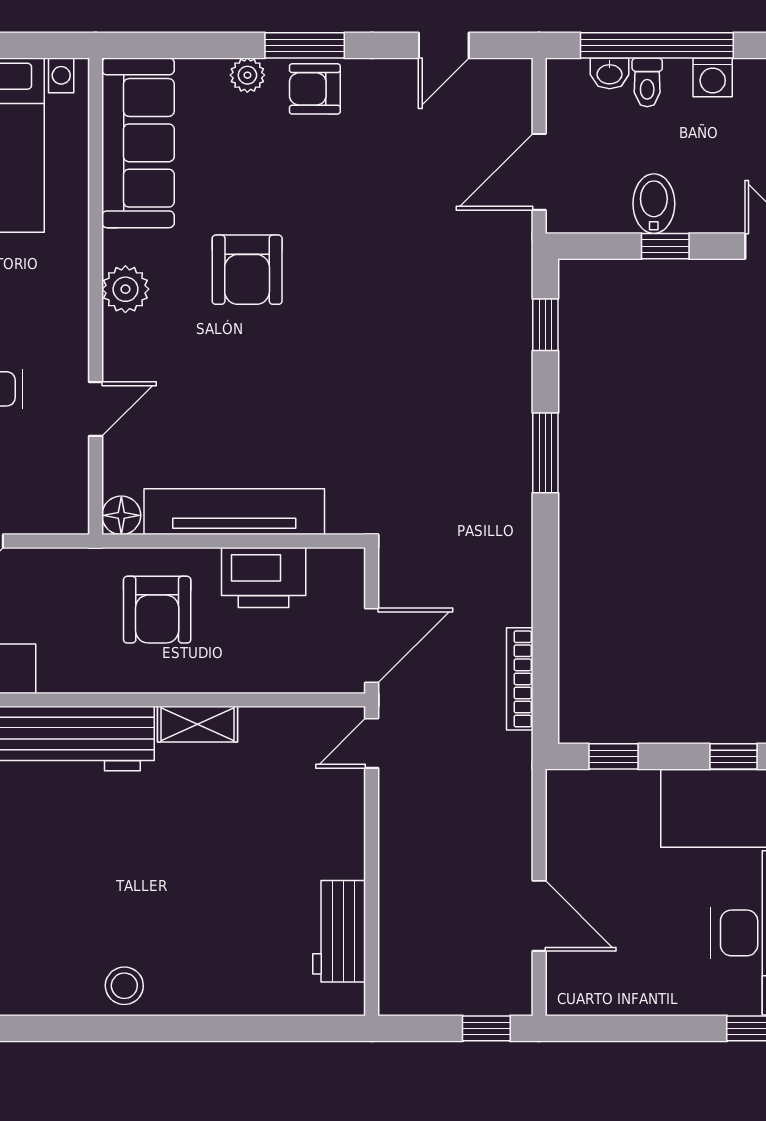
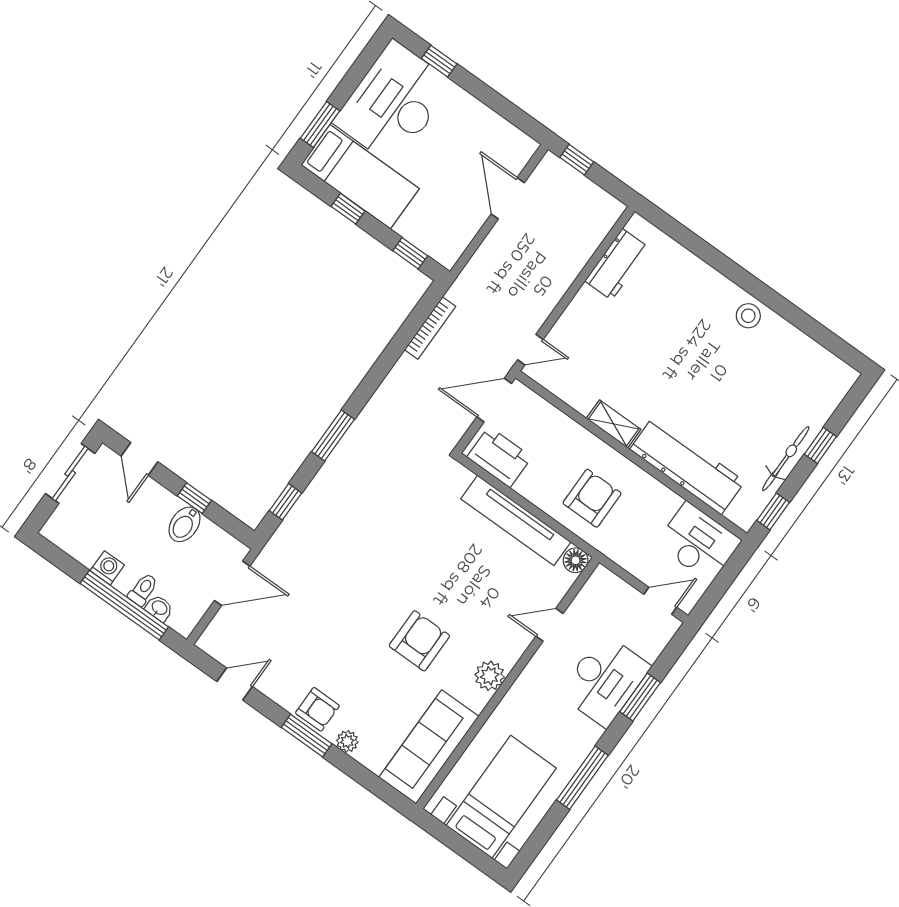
printer: (264, 577) -> (499, 457), moved

